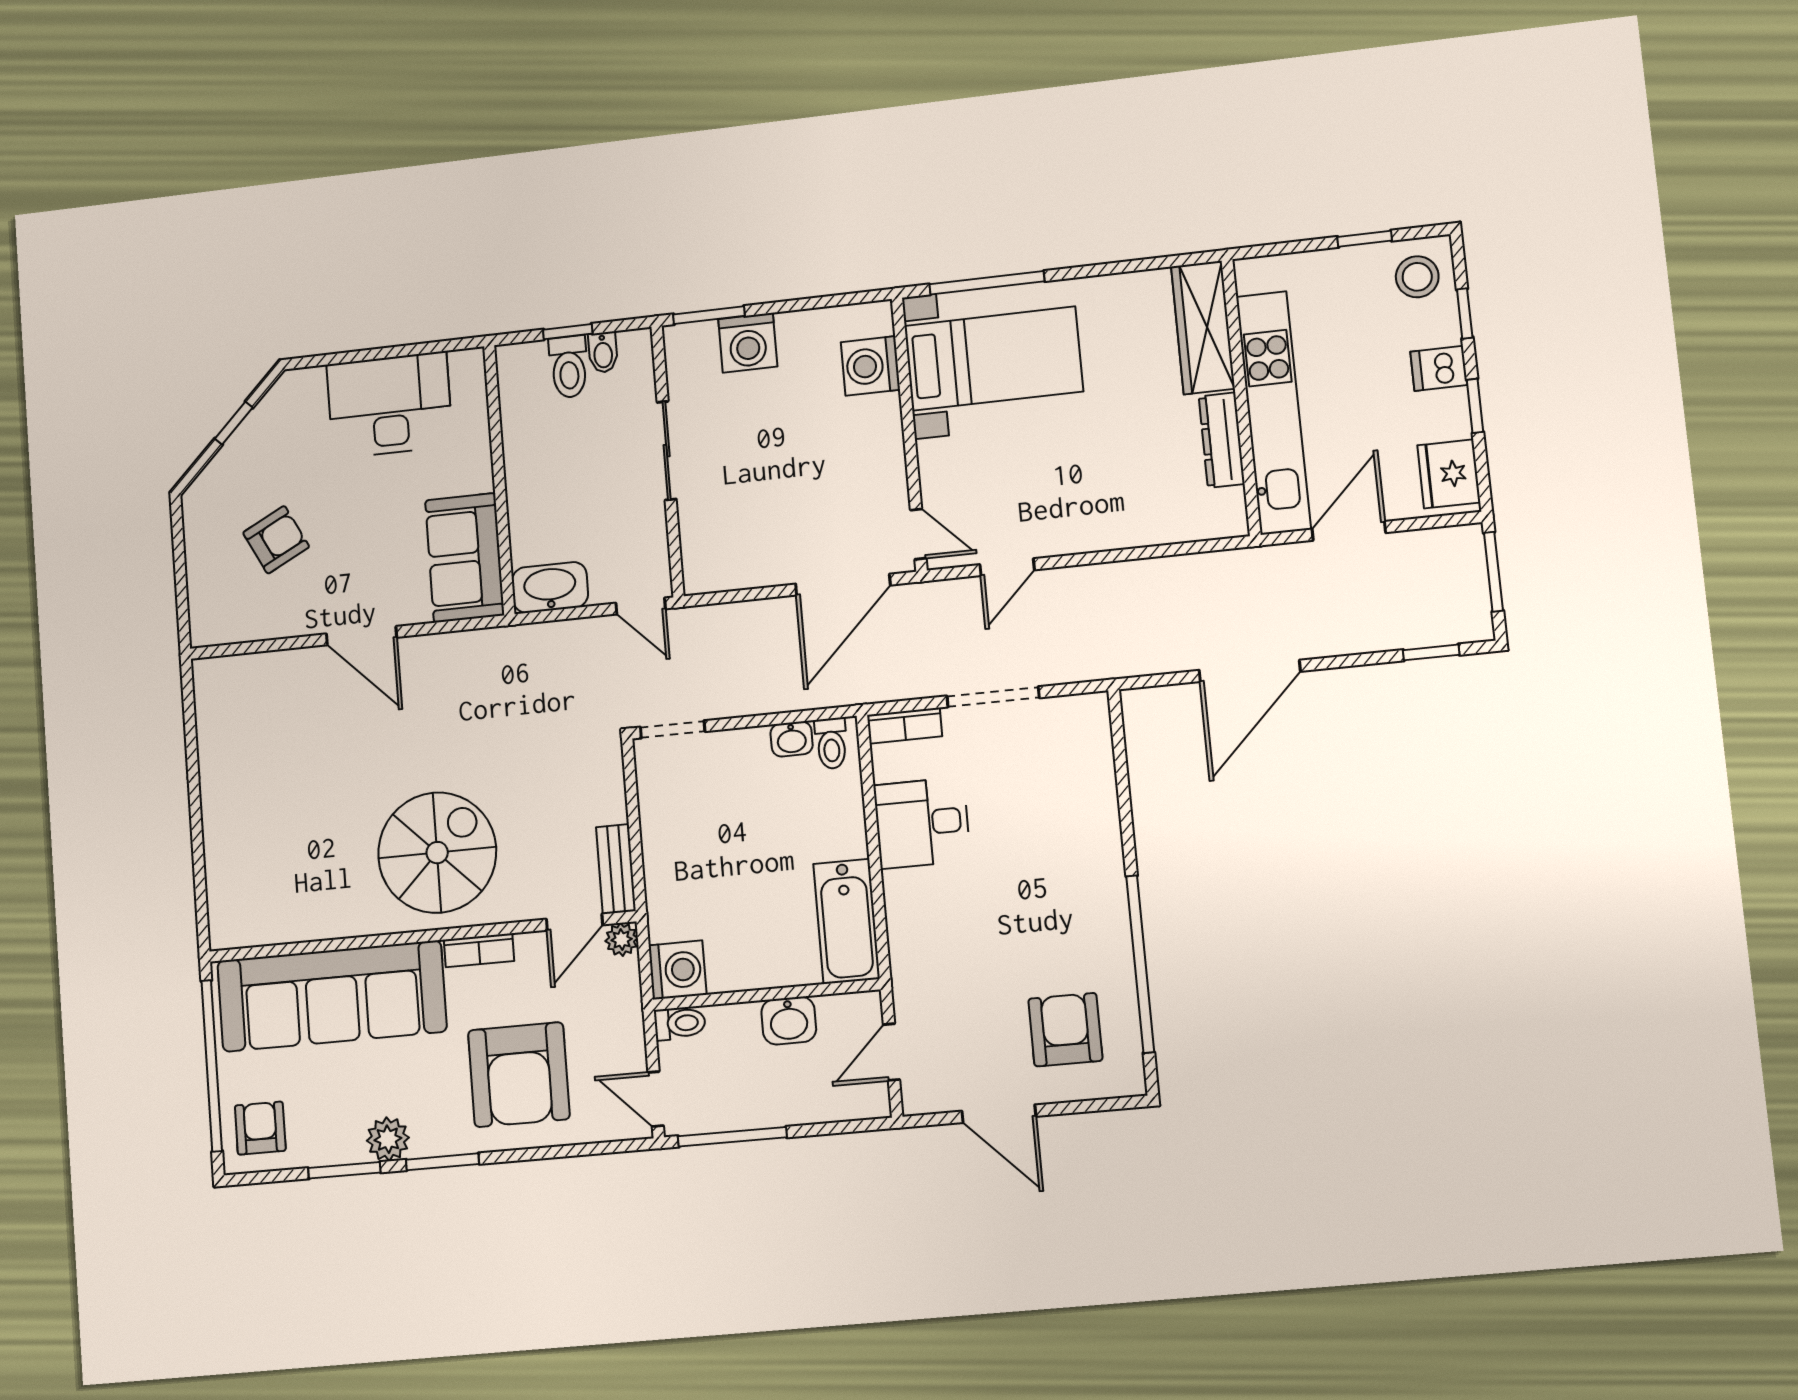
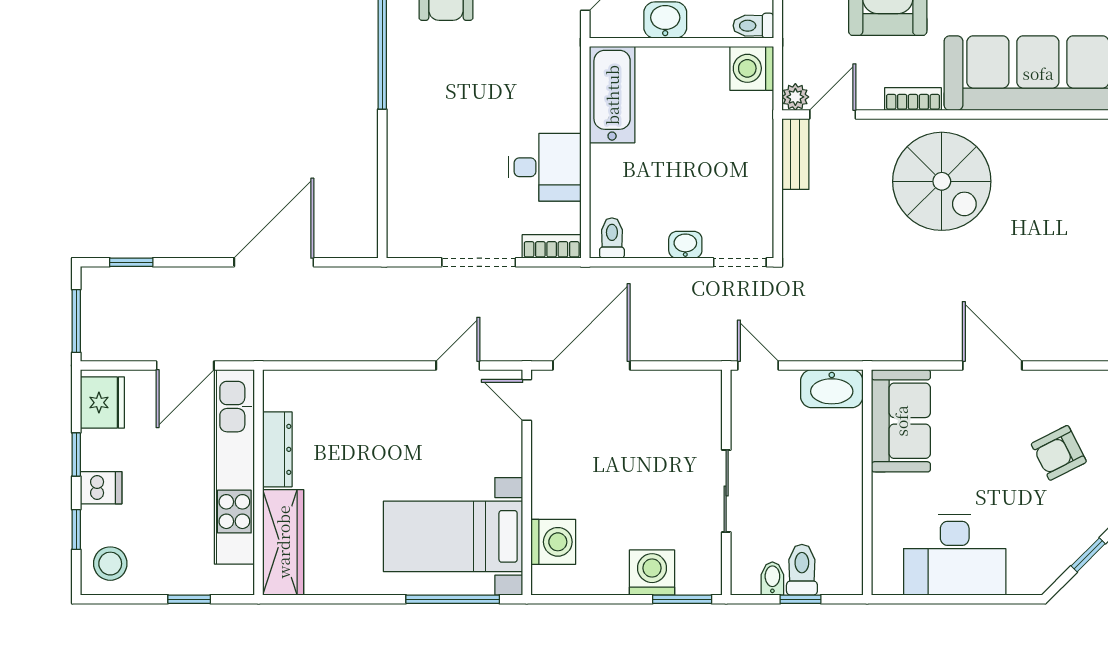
window: (1365, 239) -> (189, 599), moved
washbasin: (792, 739) -> (685, 245), moved
spiral stairs: (437, 853) -> (942, 181), turned -90

